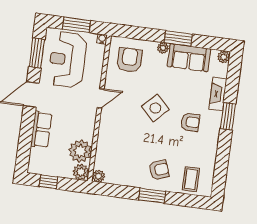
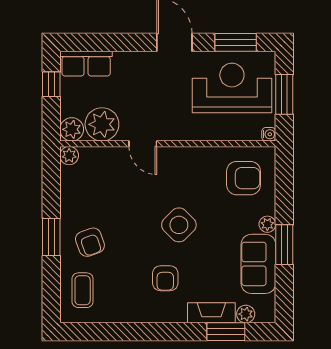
plant: (224, 57) -> (246, 314), moved
door: (101, 98) -> (143, 144), moved
window: (228, 116) -> (226, 332), moved
row of seats: (41, 130) -> (86, 64), moved
coffee table: (191, 179) -> (83, 290), turned 90

